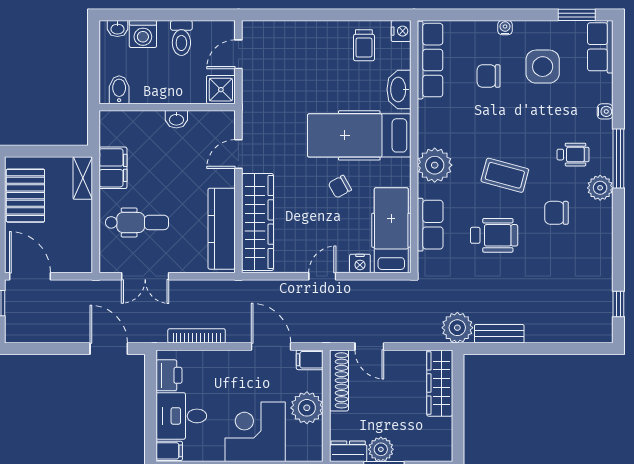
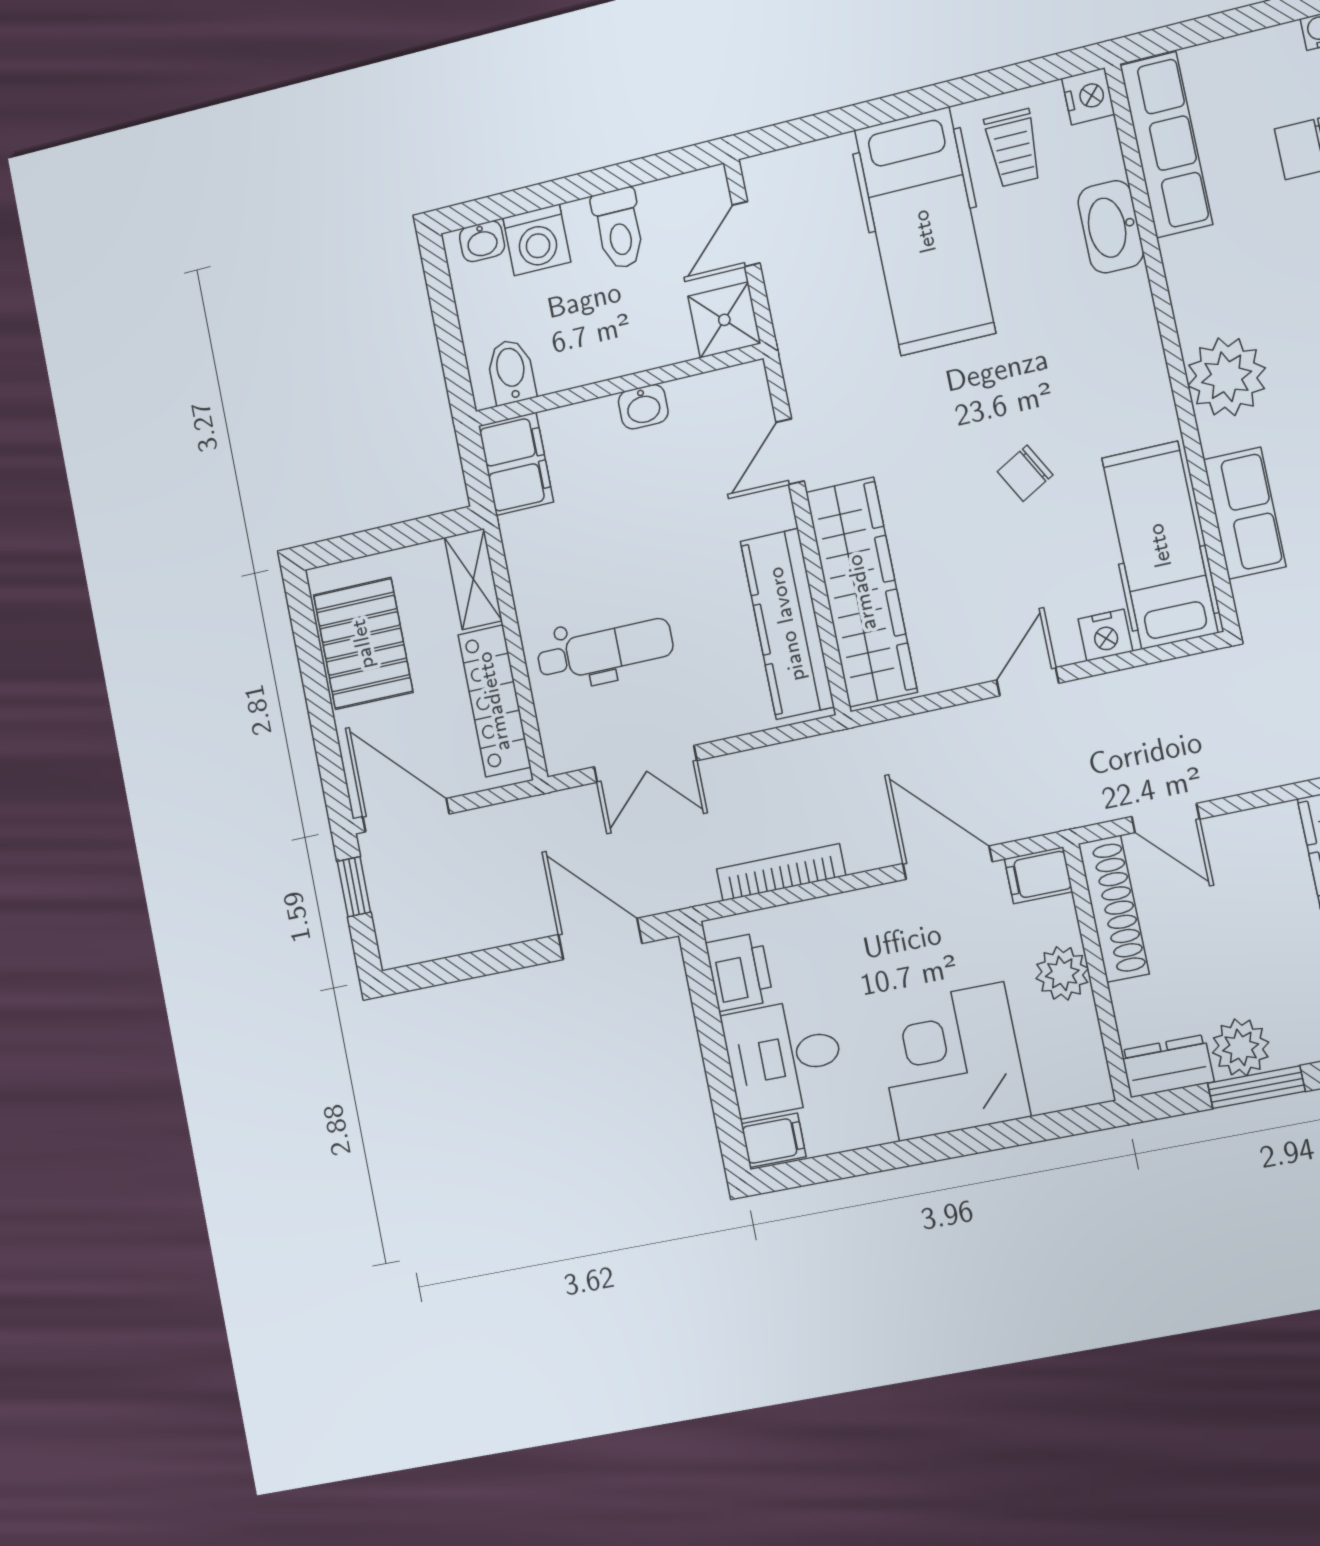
hospital bed: (359, 135) -> (925, 231), moved, turned -90
filing cabinet: (113, 168) -> (516, 464), moved
locker: (82, 234) -> (494, 701), added
plant: (307, 408) -> (1062, 973), width x0.73, depth x0.73

